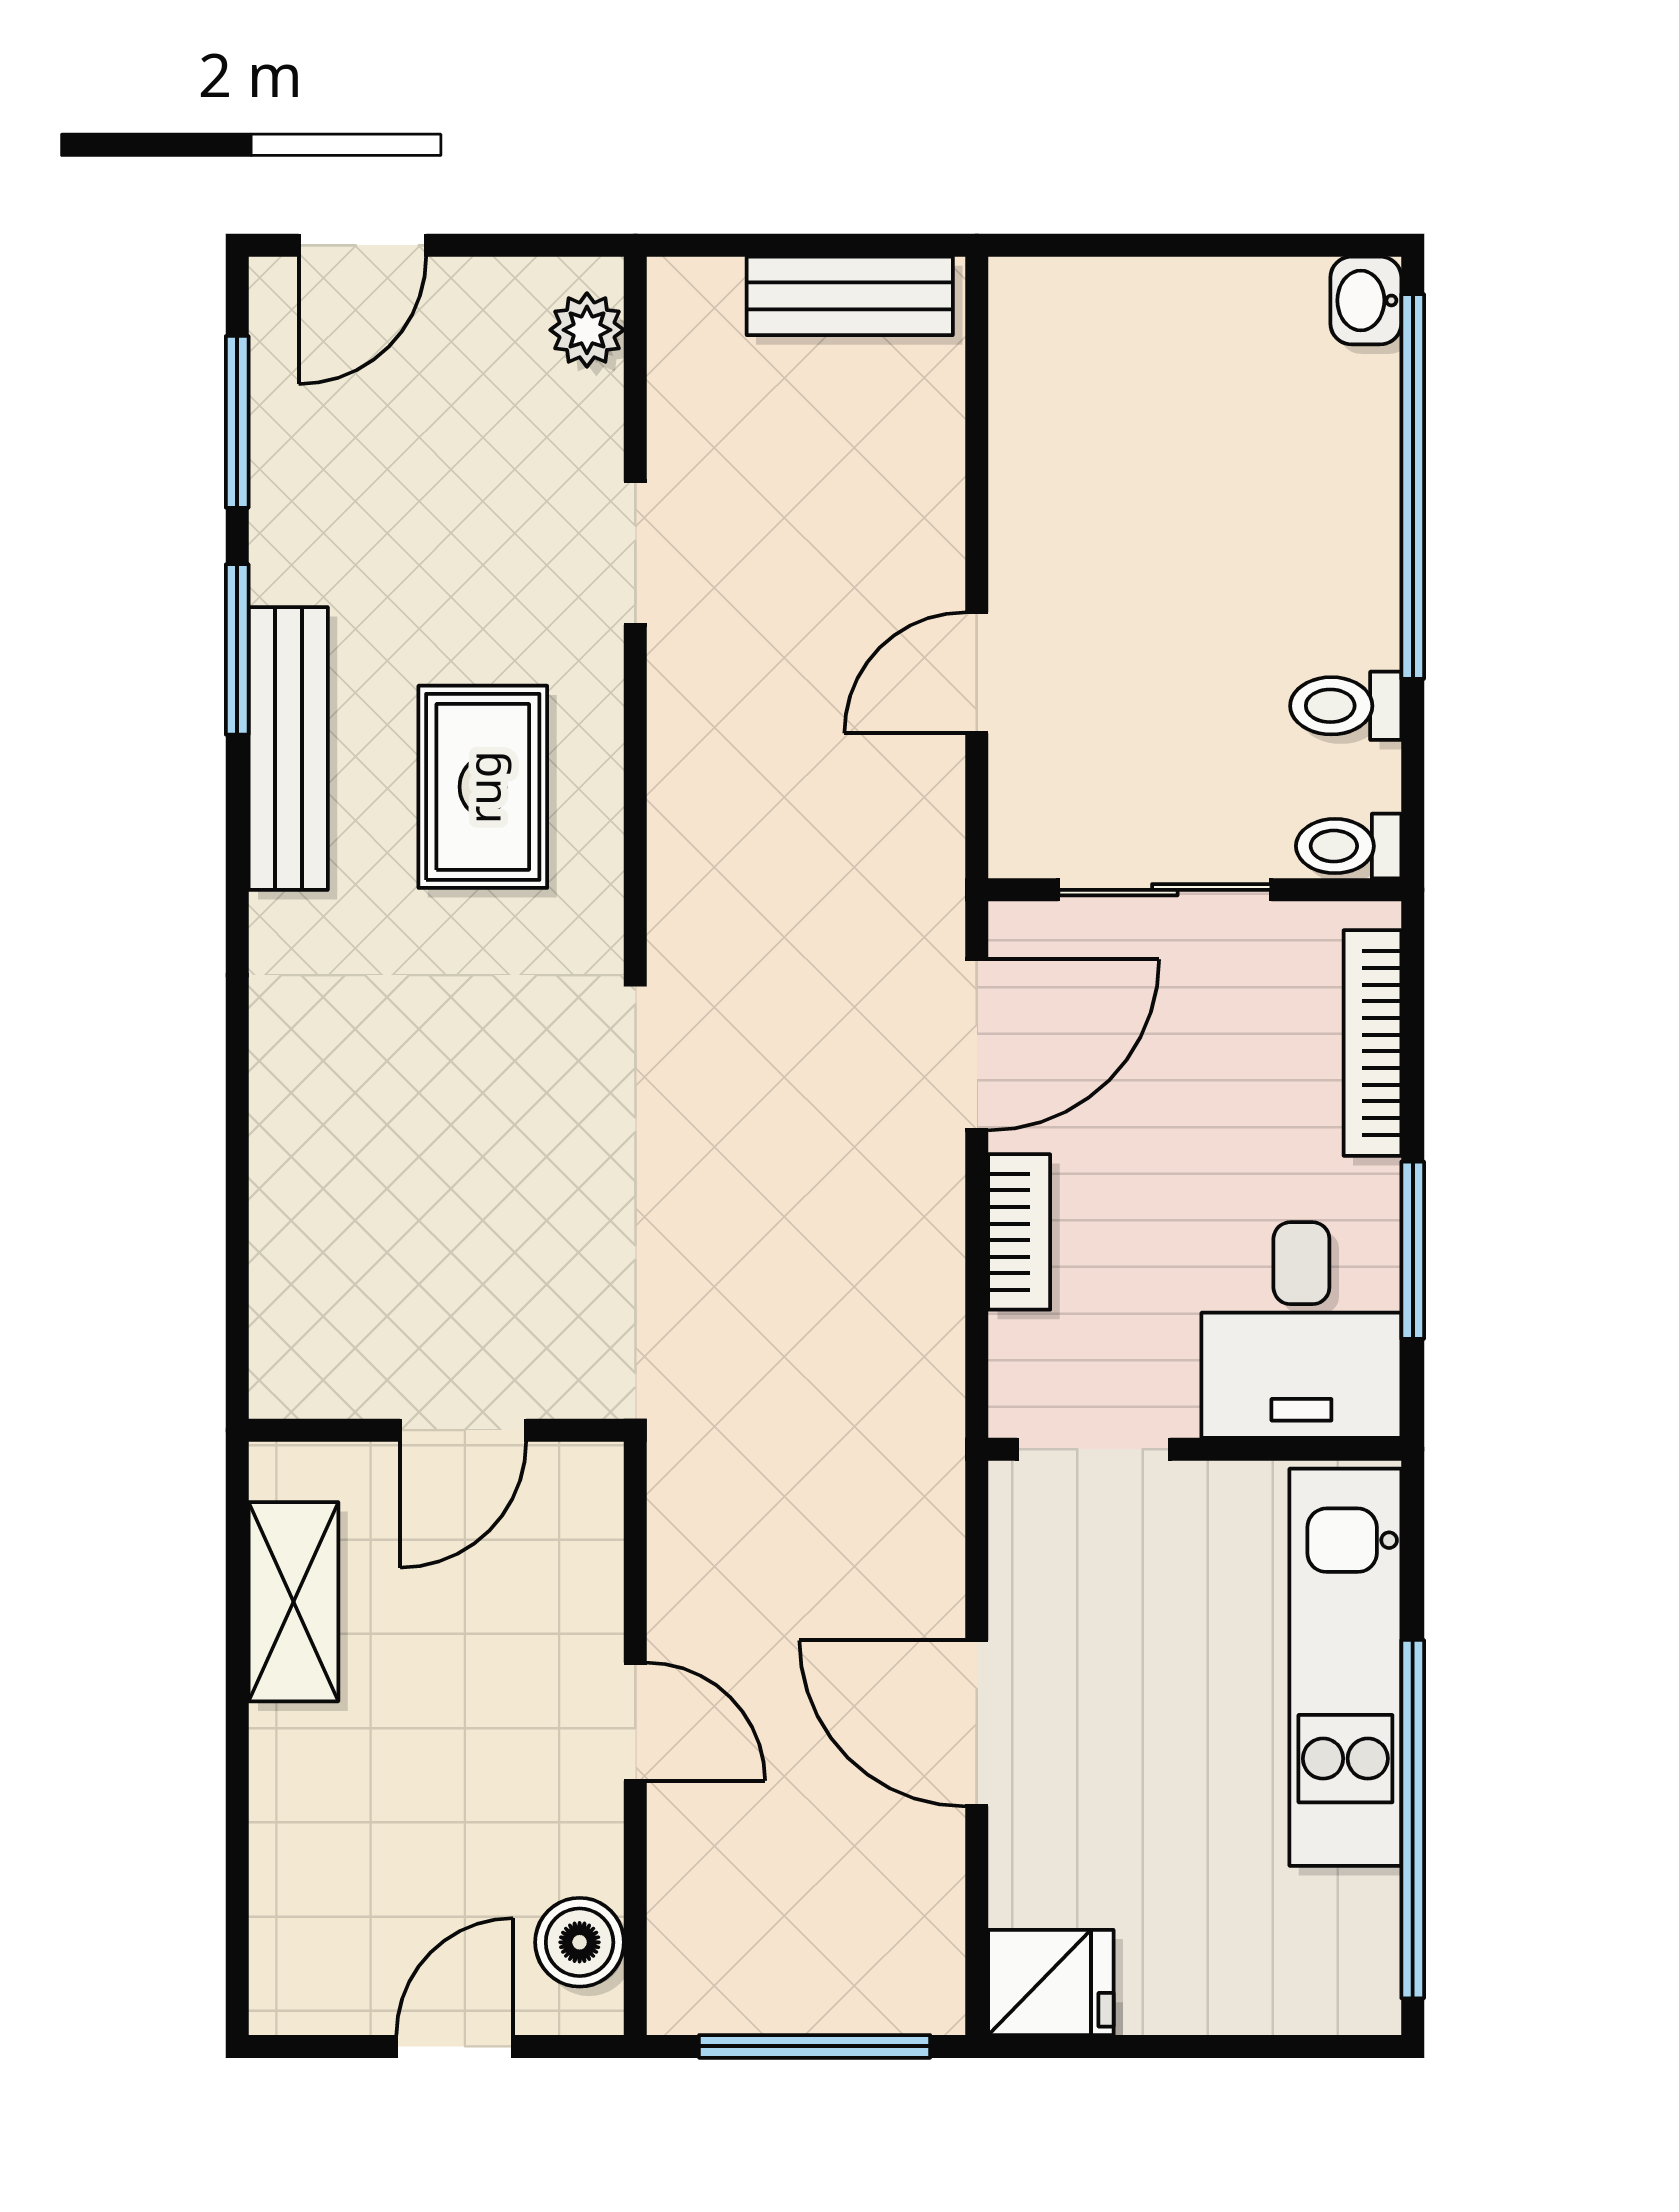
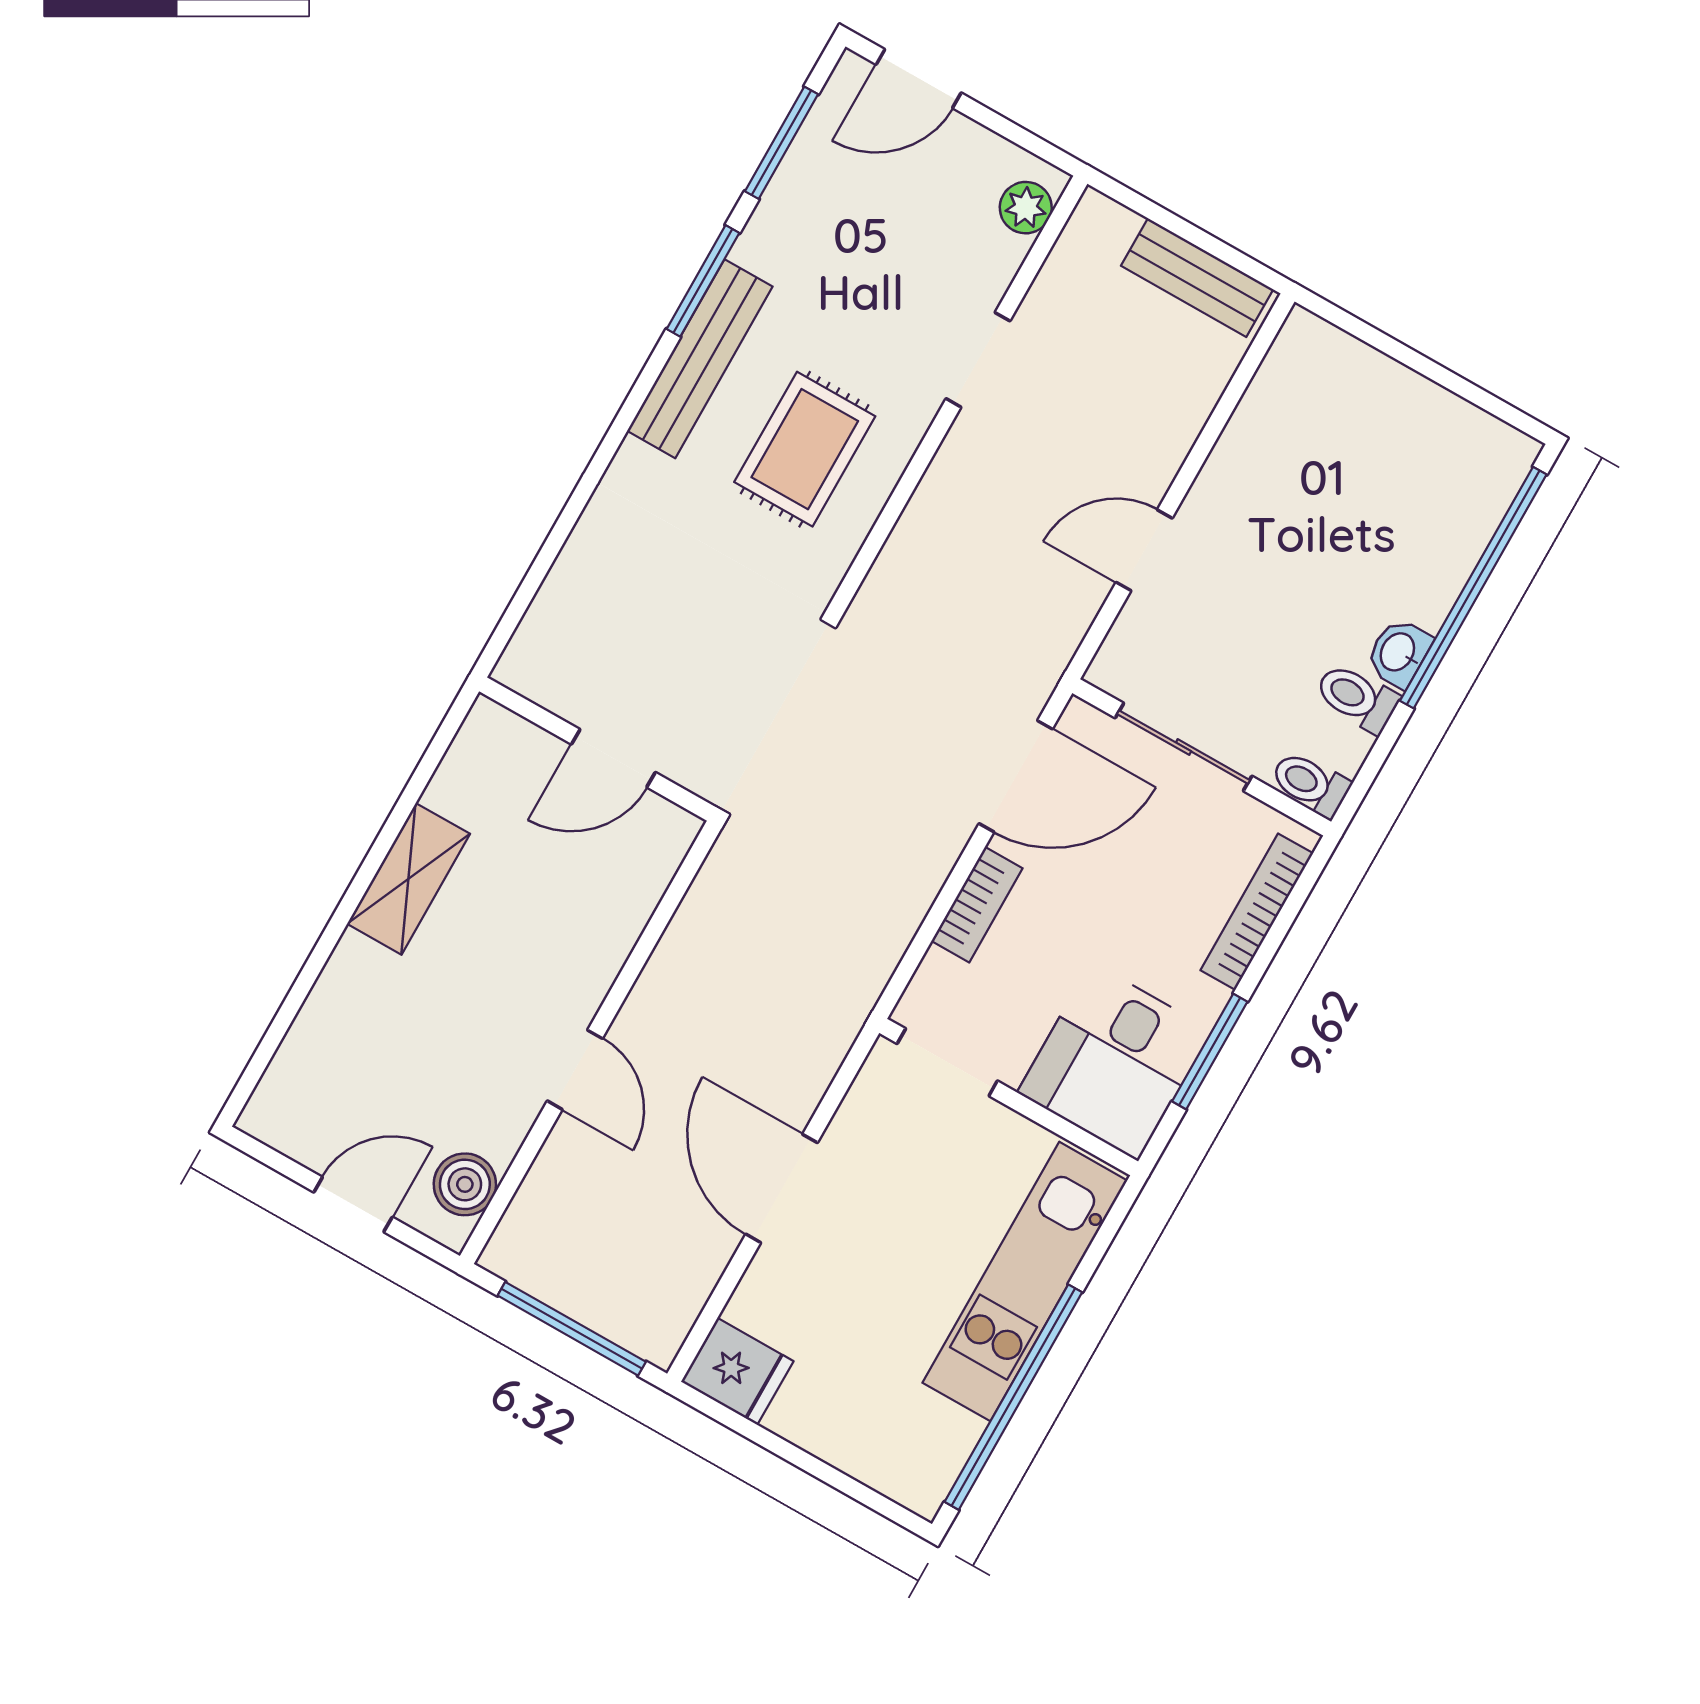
washbasin: (1366, 300) -> (1399, 653), moved
wall: (436, 1430) -> (597, 749), moved
door: (463, 1430) -> (613, 758), moved

